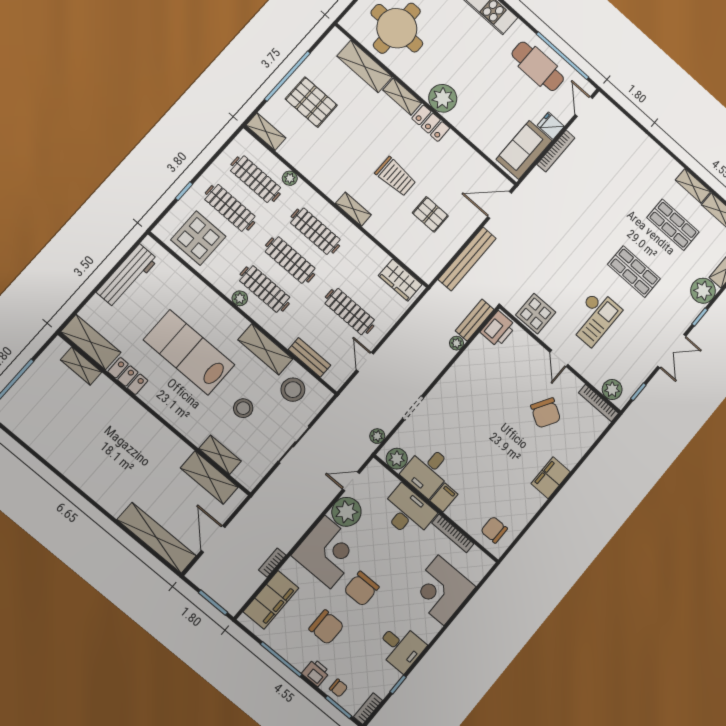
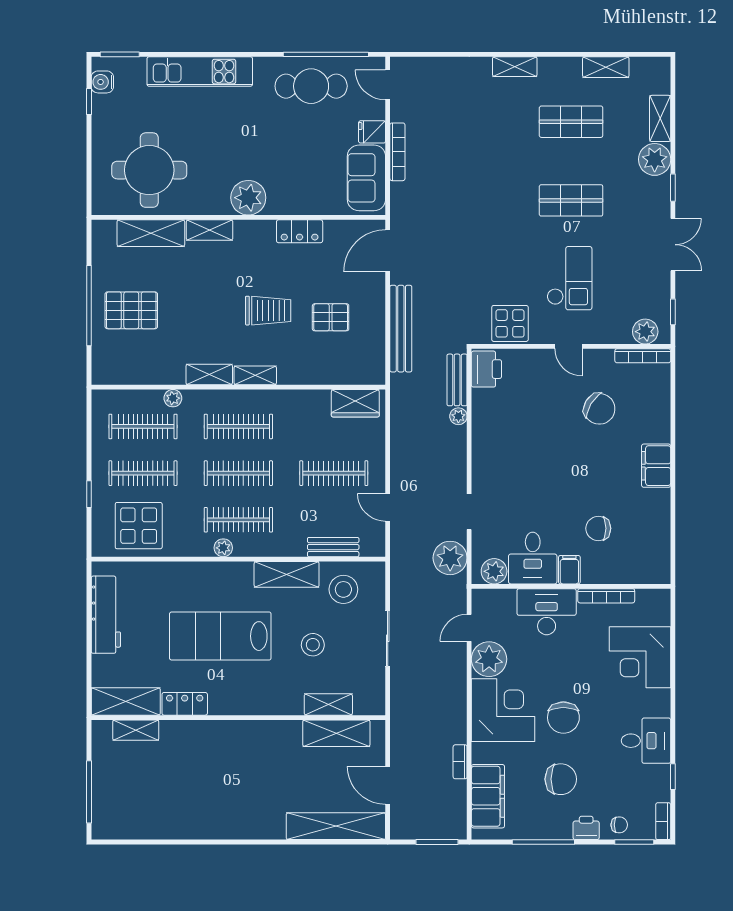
locker: (431, 123) -> (300, 231), moved
shelving: (266, 132) -> (209, 374), moved
shelving: (693, 186) -> (515, 67), moved
plant: (377, 436) -> (450, 558), width x1.88, depth x1.88
chair: (494, 530) -> (598, 528), moved

